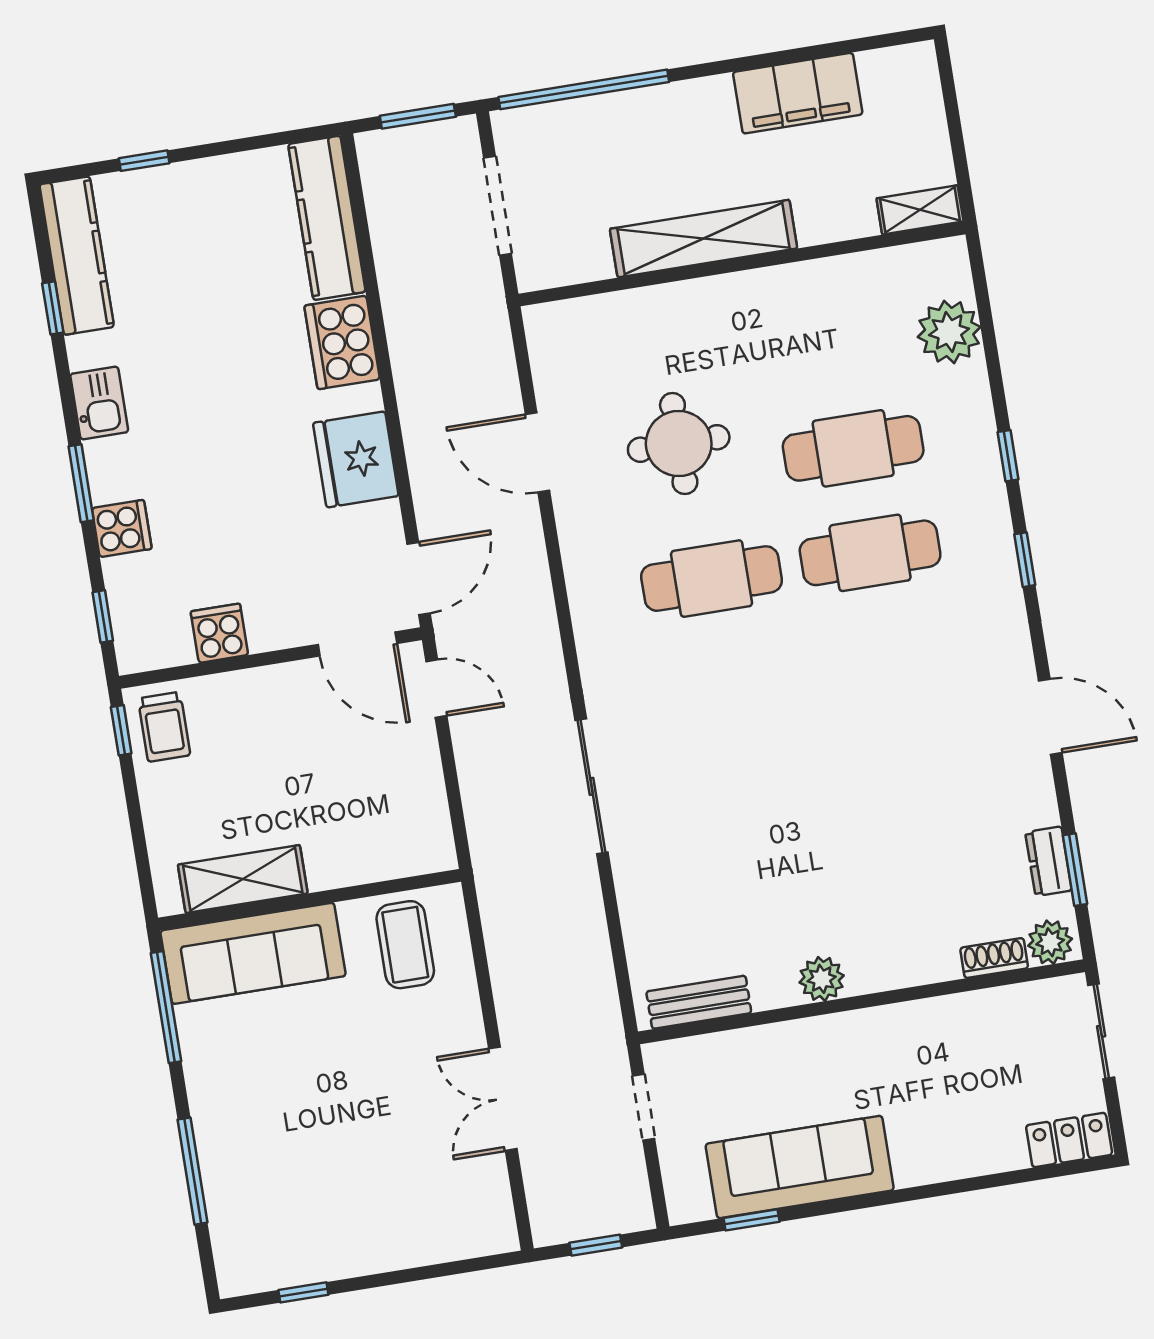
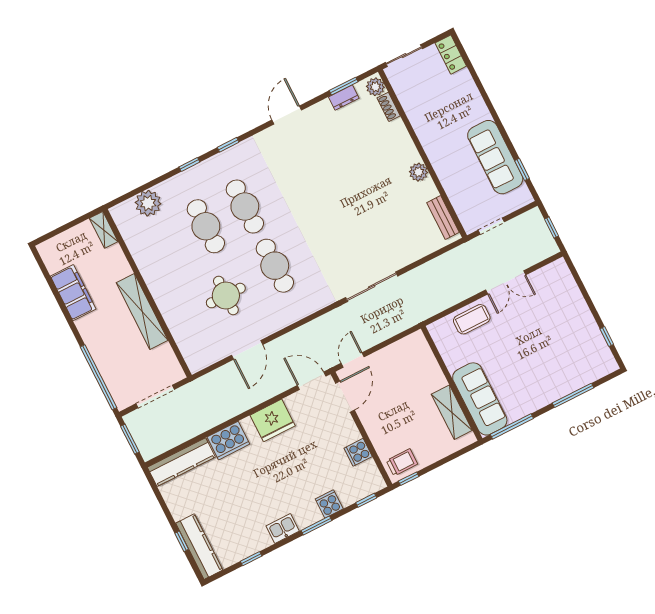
kitchen counter: (77, 256) -> (199, 547), moved, turned 90
coffee table: (405, 945) -> (472, 319), moved

